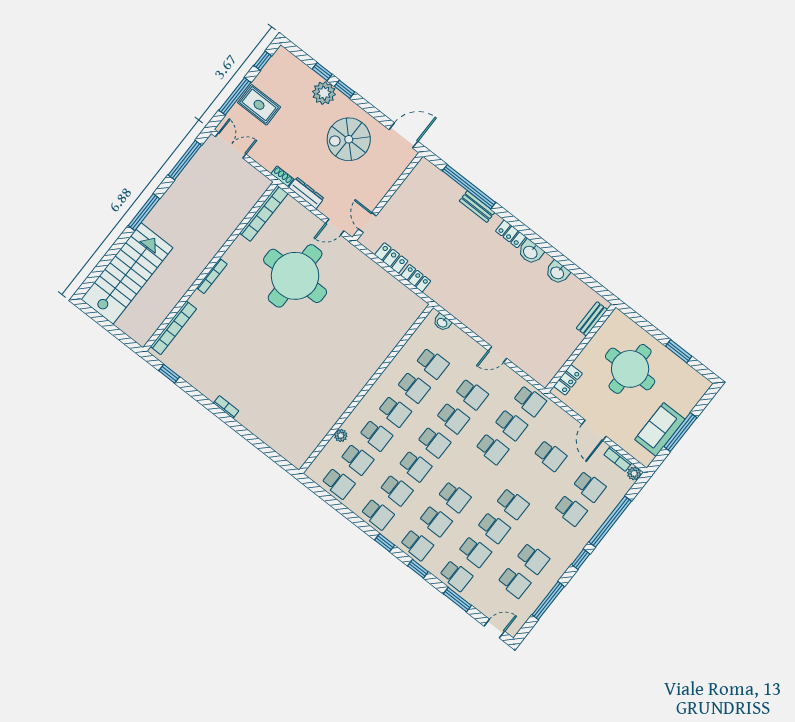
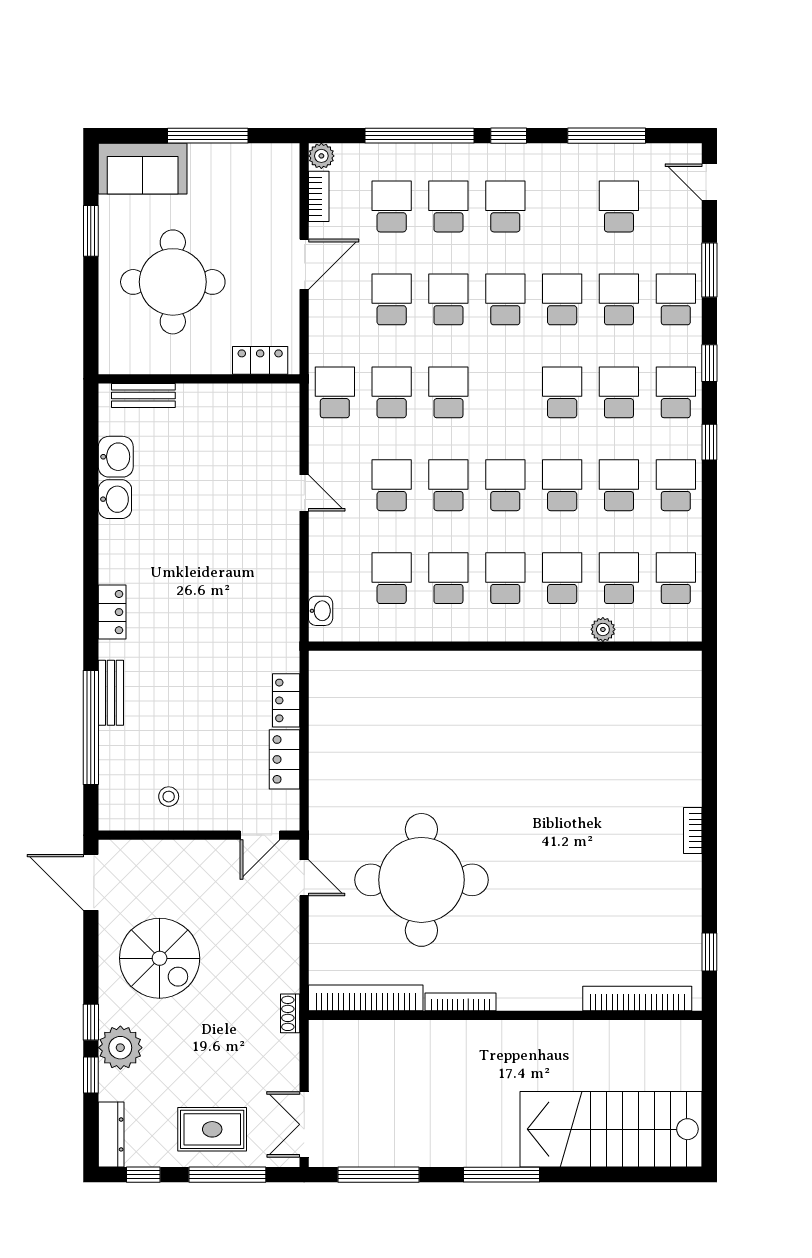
rug: (259, 105) -> (212, 1129), turned 90
dresser: (306, 193) -> (111, 1134), moved, turned 180
stool: (414, 197) -> (169, 797), added
washbasin: (531, 252) -> (116, 457), moved
bookcase: (212, 276) -> (461, 1002), moved
sofa: (660, 429) -> (143, 169), moved
school desk: (531, 480) -> (448, 299), added
school desk: (533, 558) -> (505, 206), moved

